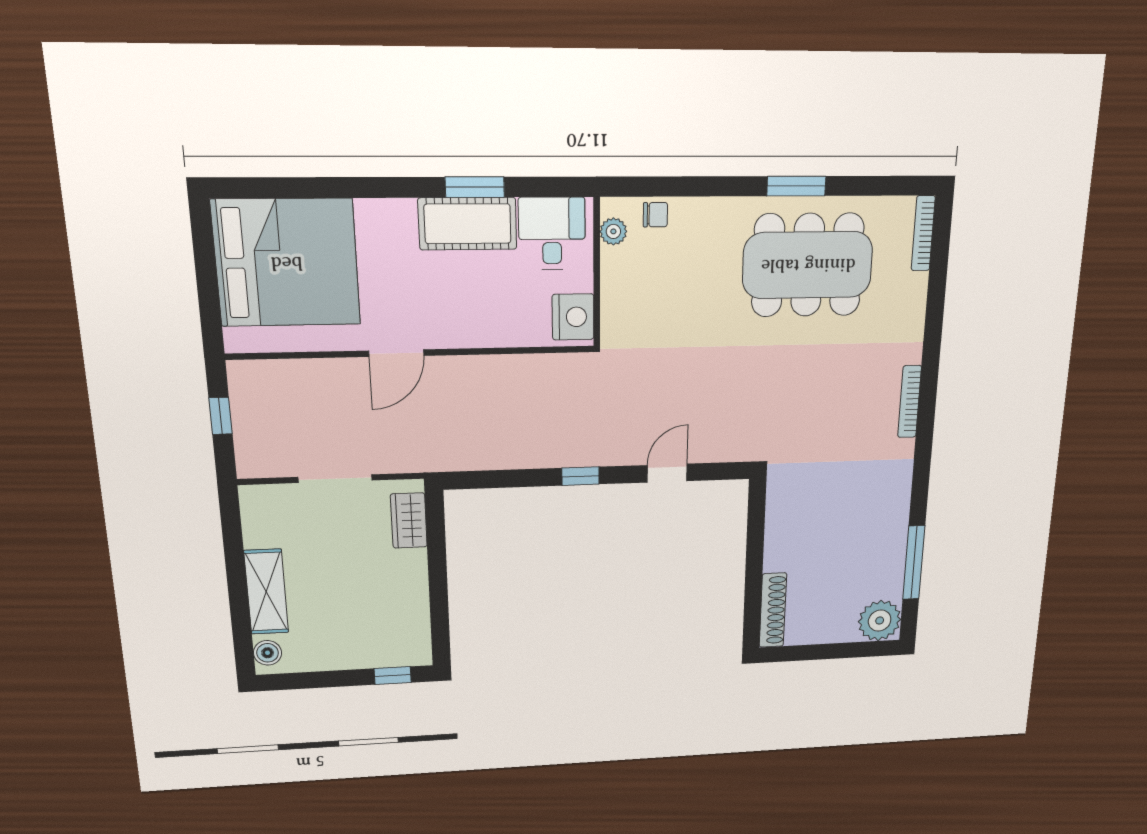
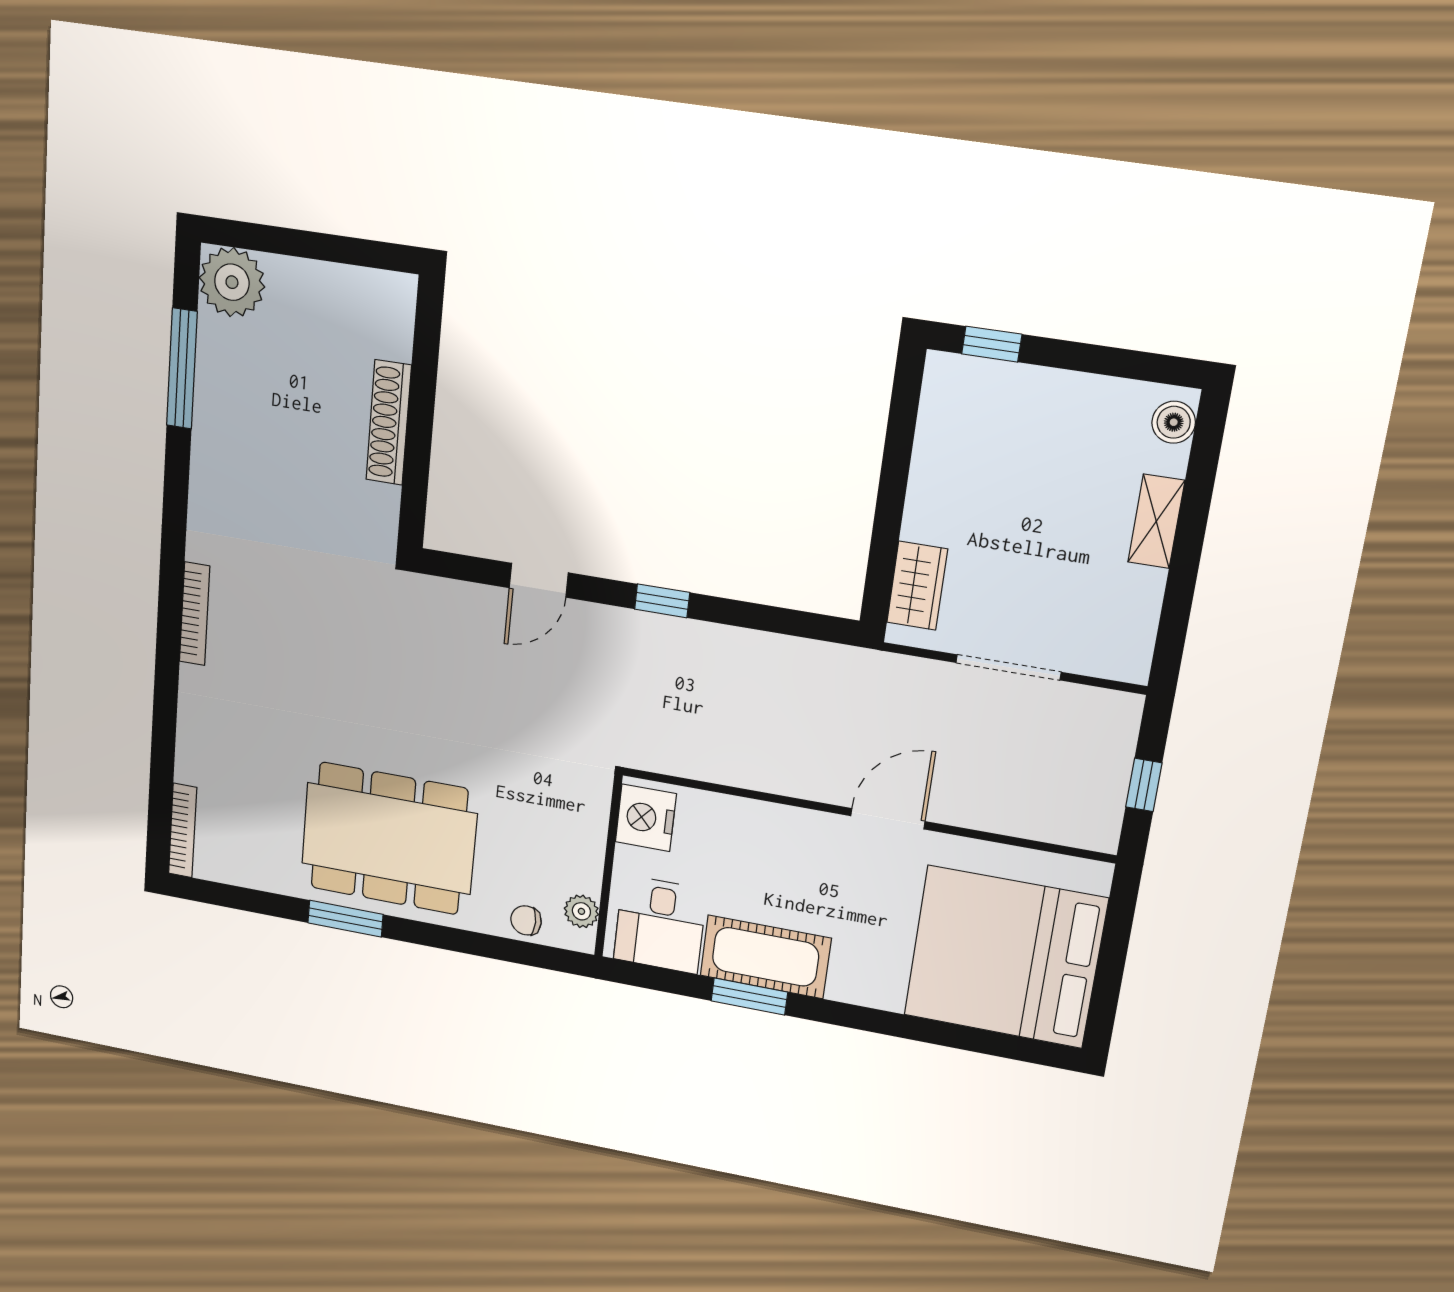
dining table: (808, 265) -> (389, 838), moved
shelving: (266, 592) -> (1156, 521), width x0.67, depth x0.75
shoe rack: (773, 610) -> (389, 423), moved

